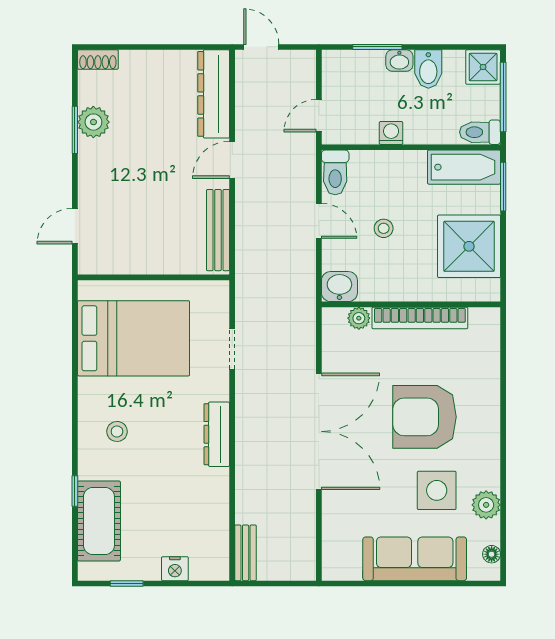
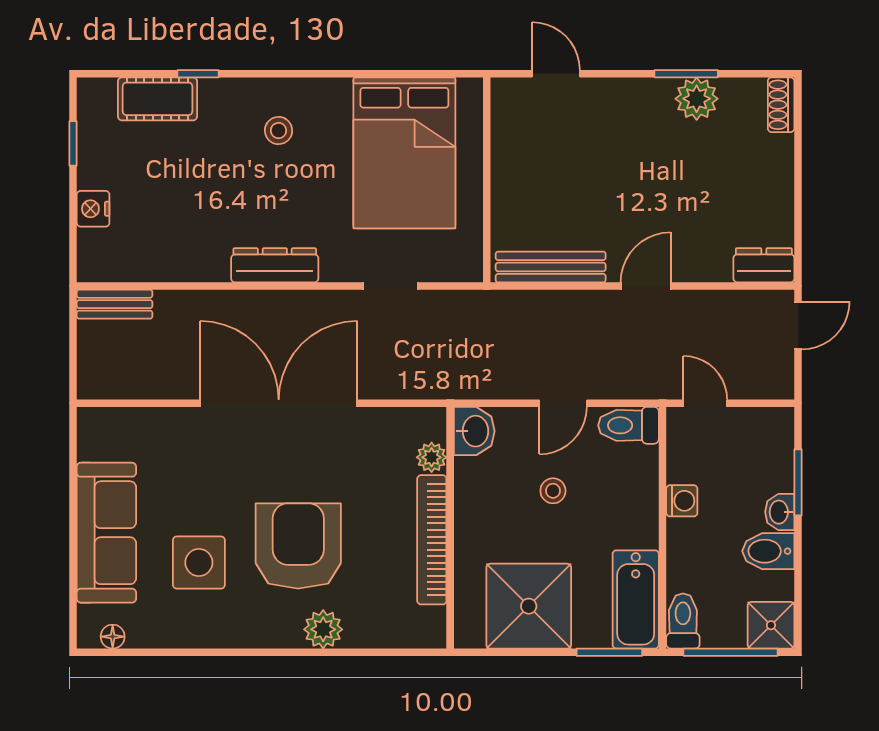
dresser: (214, 94) -> (764, 265), width x0.51, depth x0.80
door: (232, 160) -> (646, 286), hinge flipped
double door: (319, 431) -> (279, 403), swing flipped
plant: (486, 505) -> (323, 629), moved
cot: (99, 521) -> (158, 99), width x0.73, depth x0.75

